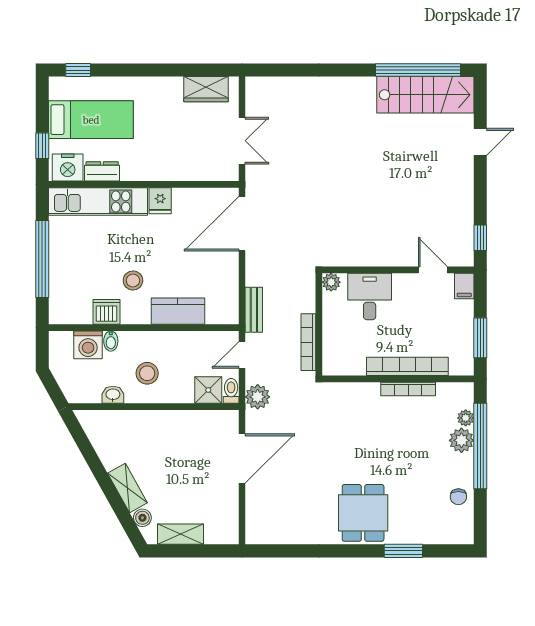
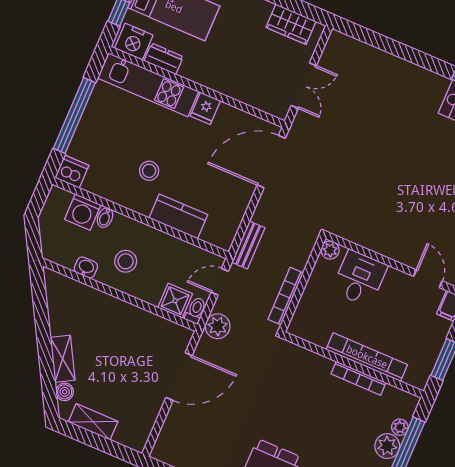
dishwasher: (107, 312) -> (72, 172), moved

